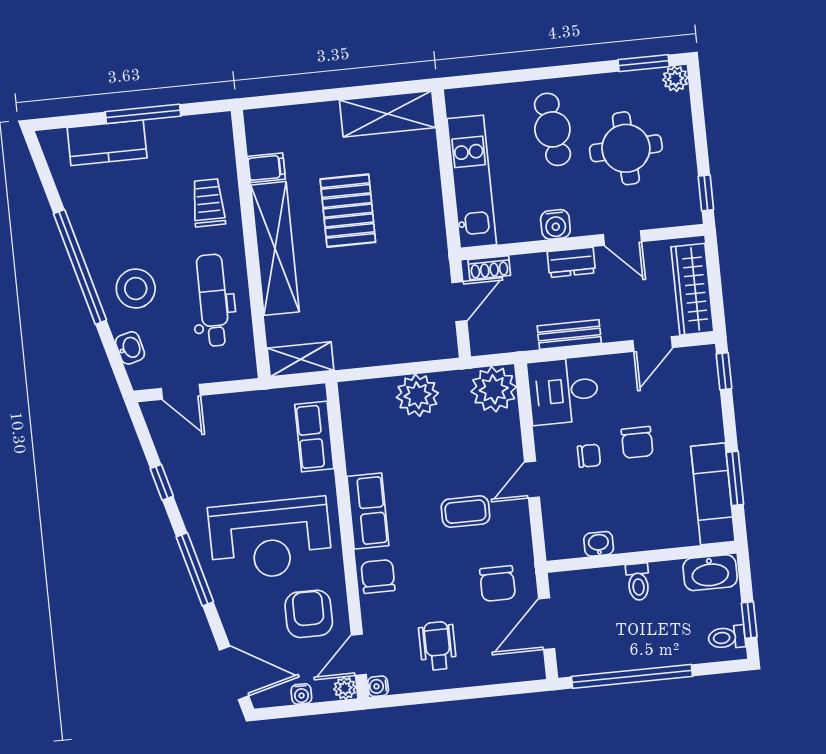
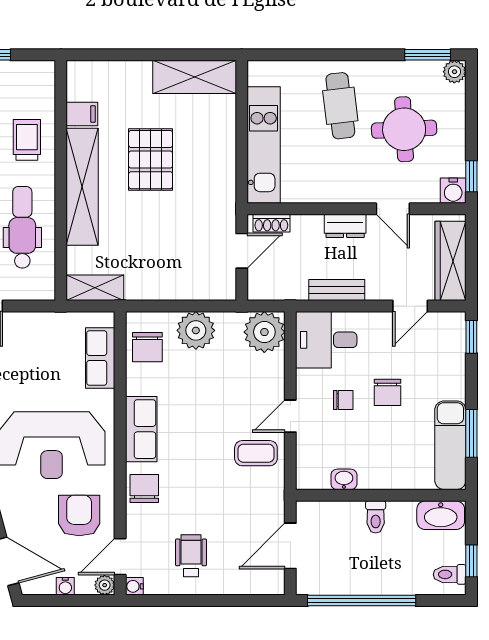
water cooler: (555, 224) -> (453, 191), moved
coffee table: (465, 512) -> (256, 453), moved
chair: (498, 584) -> (147, 347), moved

